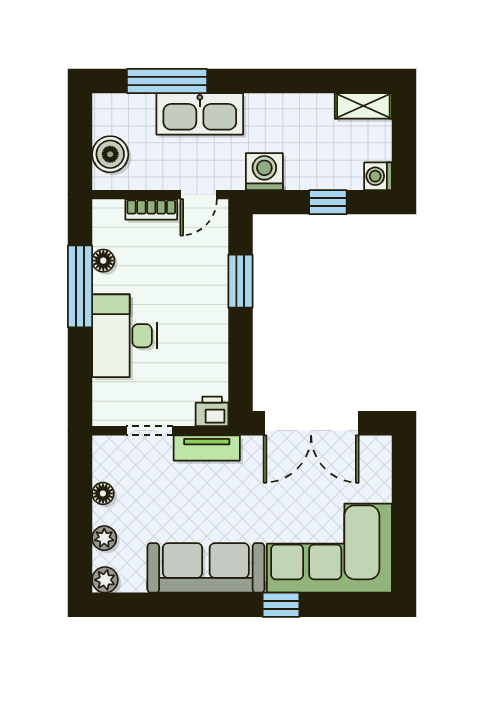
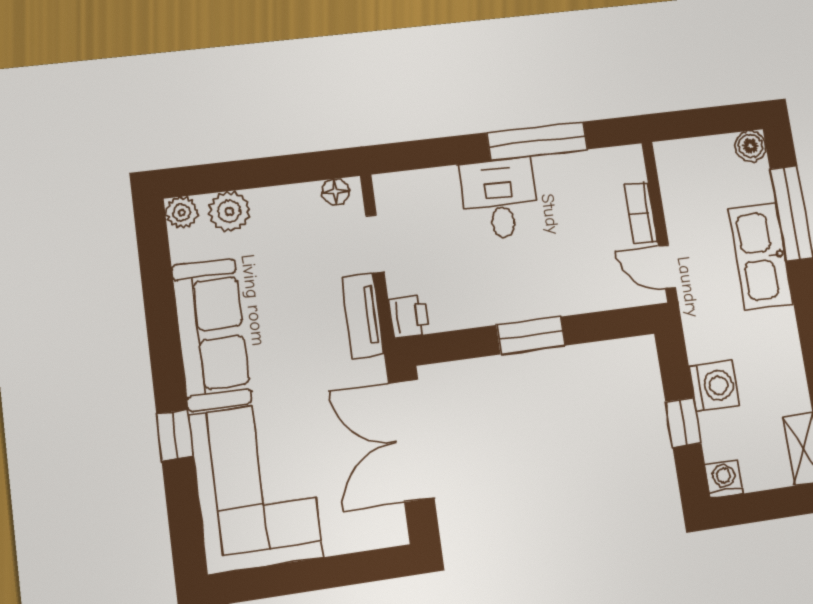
boiler: (110, 154) -> (750, 146), moved, width x0.73, depth x0.73
washing machine: (264, 172) -> (714, 386), moved
floor lamp: (103, 261) -> (572, 165), removed
window: (240, 281) -> (531, 335), moved
desk: (125, 336) -> (500, 198), width x0.73
floor lamp: (103, 493) -> (336, 192), moved
plant: (104, 538) -> (229, 211), width x1.38, depth x1.38

